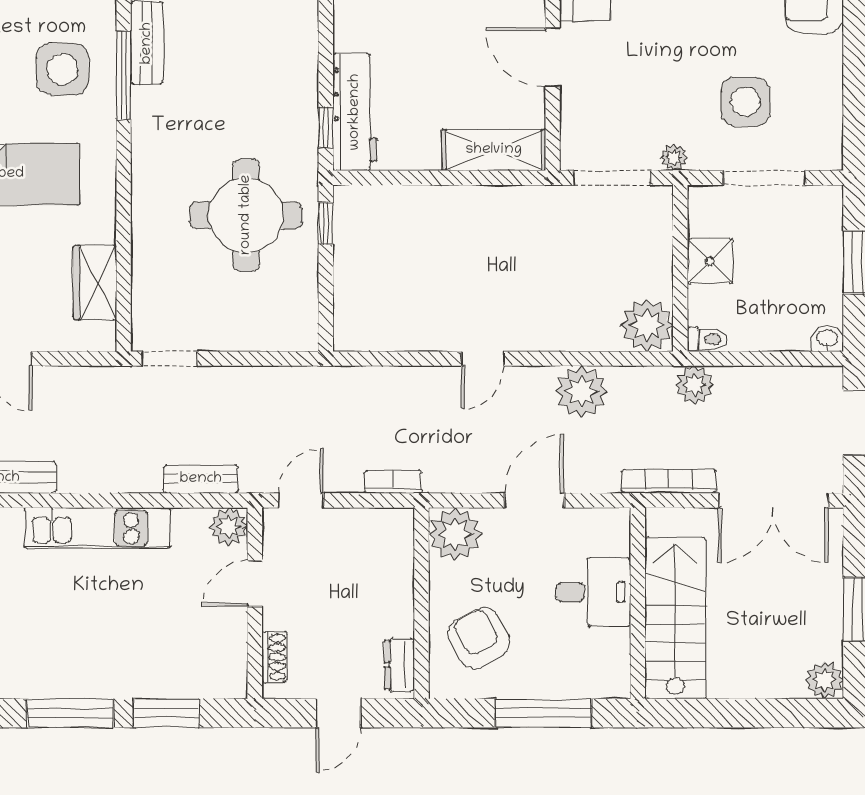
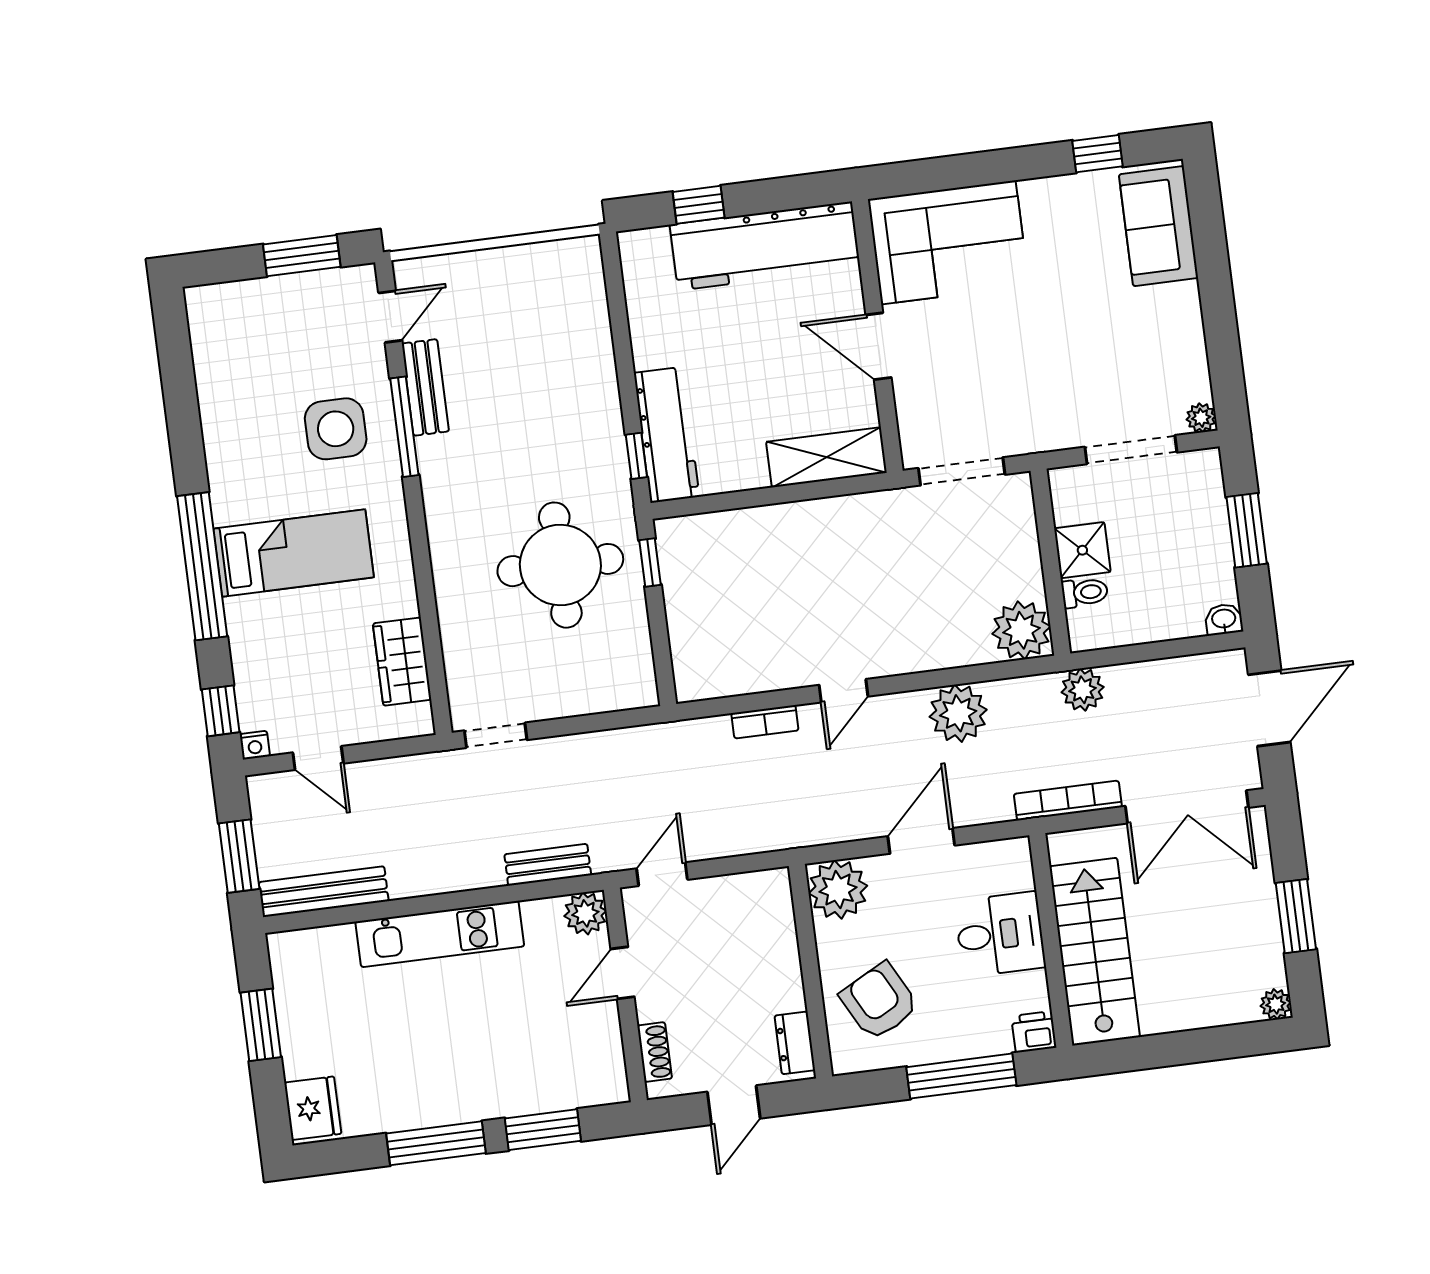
side table: (745, 102) -> (1099, 368), removed
plant: (674, 157) -> (1201, 418), moved
toilet: (707, 339) -> (1085, 592), moved
bookcase: (393, 482) -> (765, 722), moved, turned 180
plant: (824, 680) -> (1276, 1004), width x0.73, depth x0.73
printer: (612, 682) -> (1034, 1032), added

